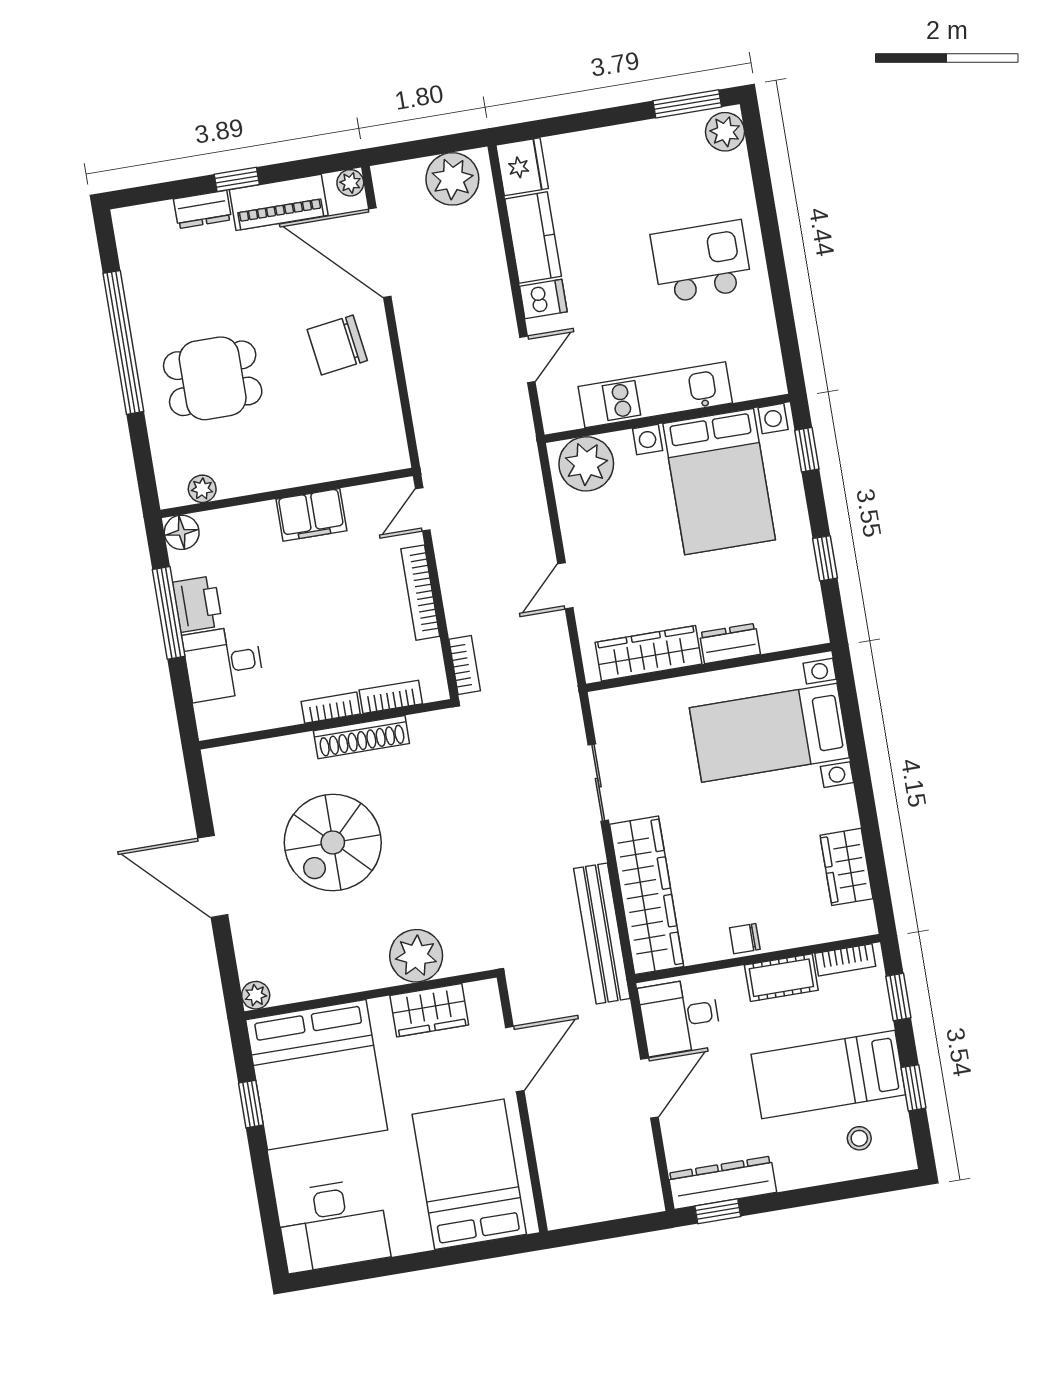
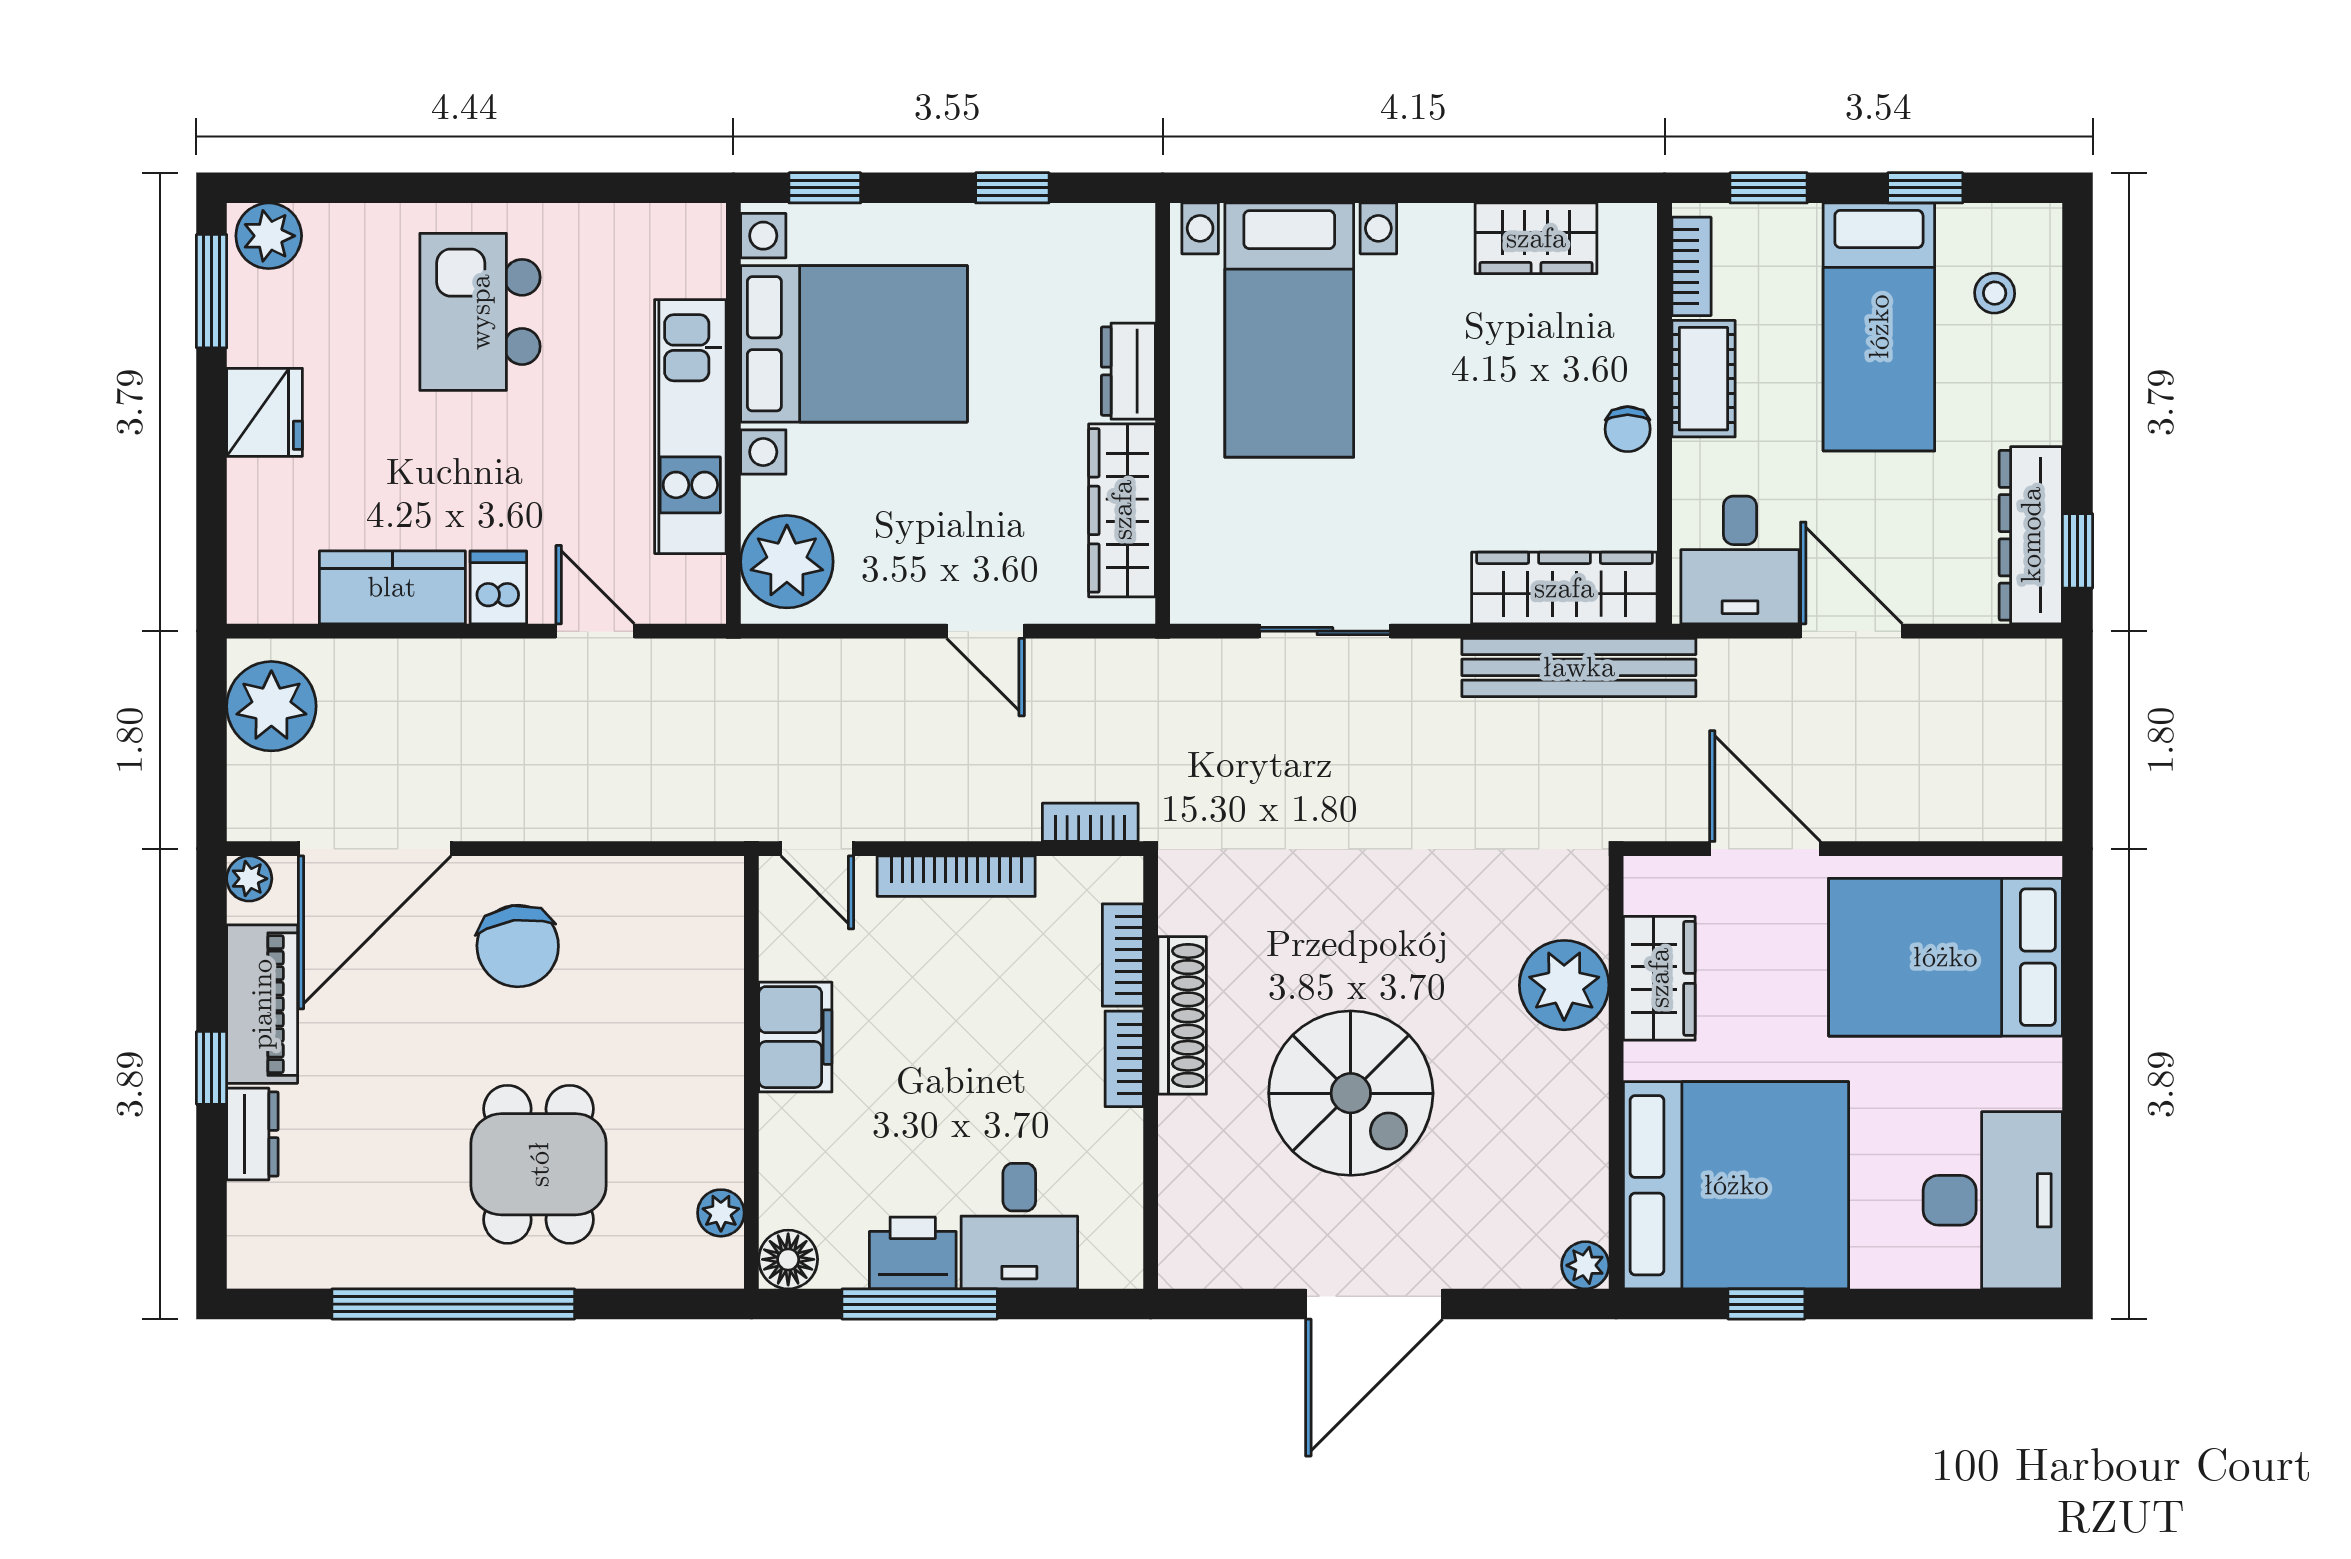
fridge: (522, 167) -> (265, 412), moved, turned 90
wardrobe: (647, 895) -> (1564, 588), width x0.71, depth x0.85

